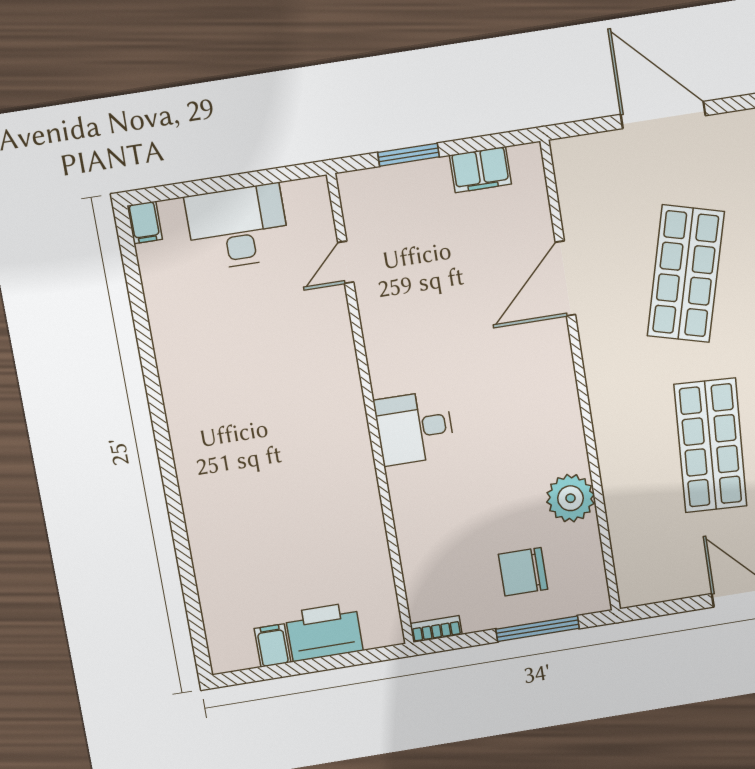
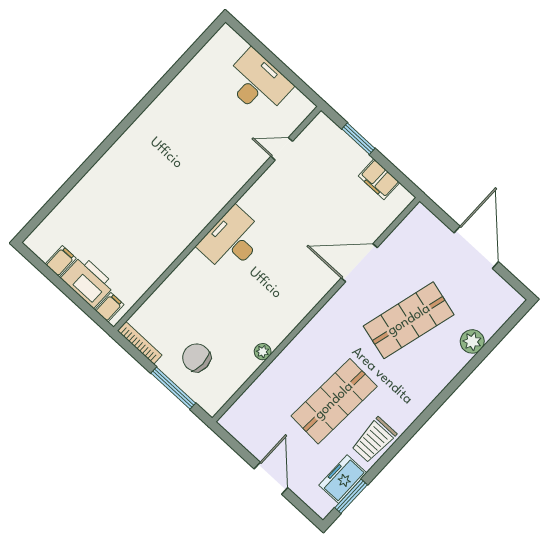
filing cabinet: (145, 223) -> (109, 307), moved, turned 180
desk: (414, 428) -> (232, 241), width x1.37
plant: (570, 498) -> (263, 352), width x0.53, depth x0.53
bookcase: (436, 629) -> (140, 343), width x1.56

